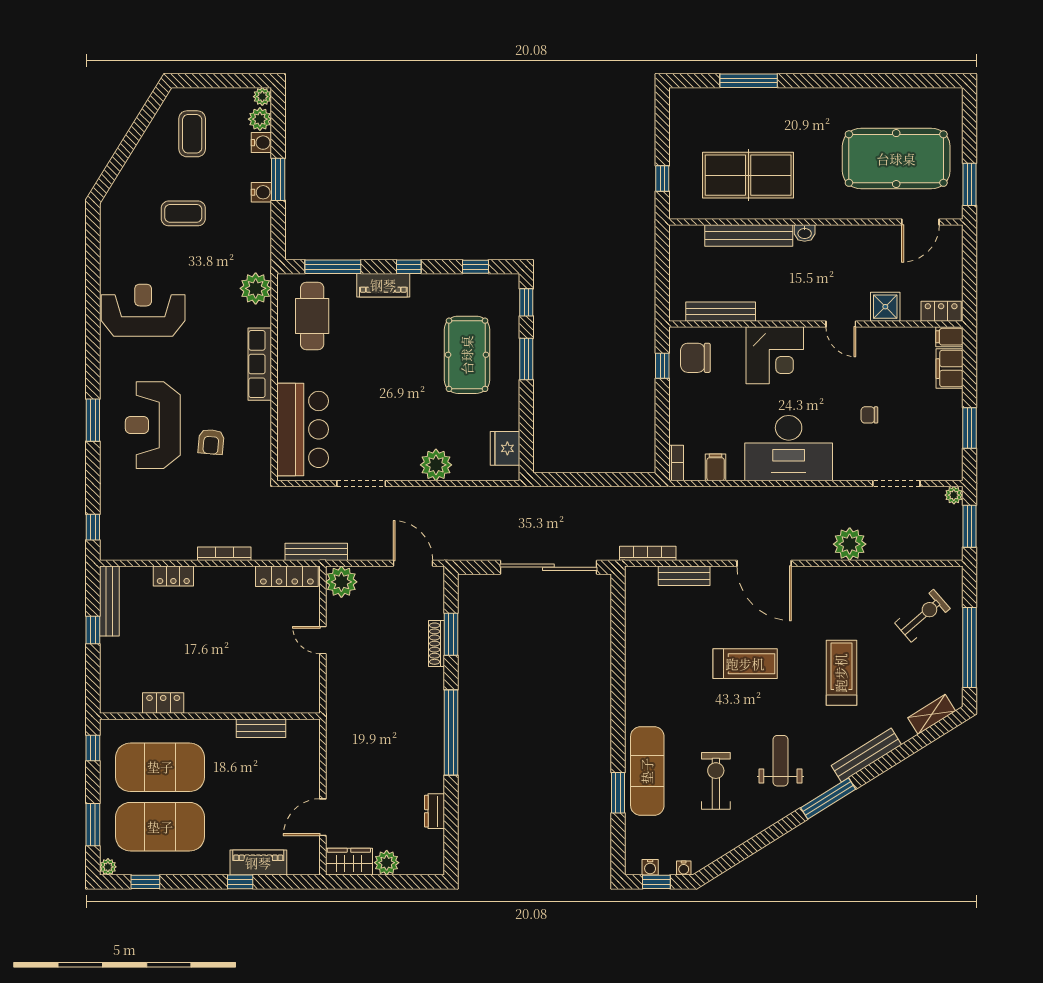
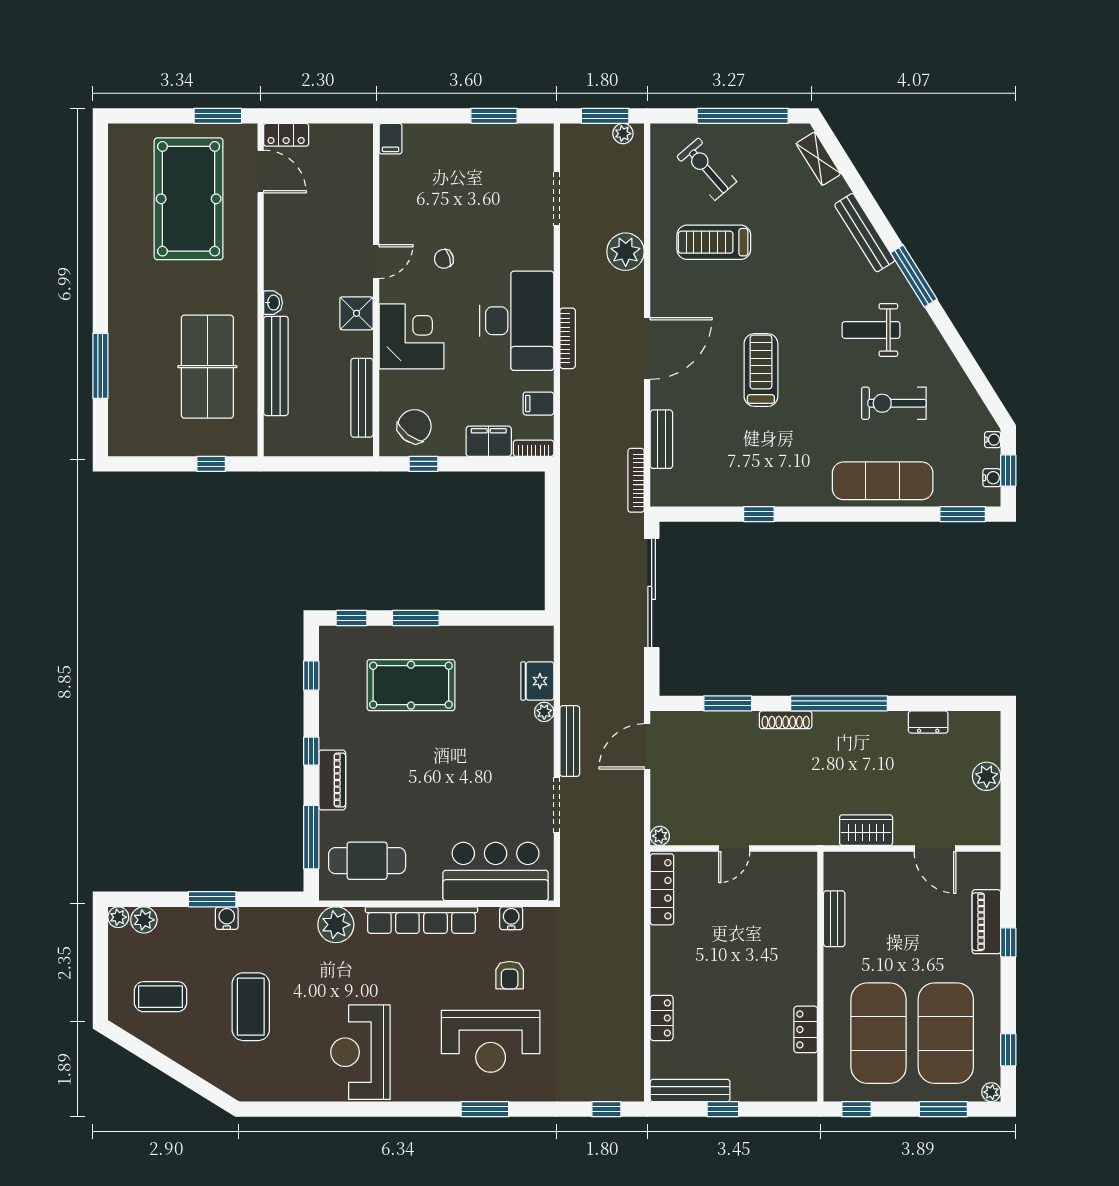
water cooler: (261, 143) -> (511, 918), moved
coffee table: (183, 213) -> (251, 1007), width x1.36, depth x1.32
shower: (885, 307) -> (356, 313), moved
locker: (941, 311) -> (286, 135), moved, turned -90
chair: (695, 358) -> (414, 426), turned -143
row of seats: (260, 364) -> (421, 920), width x1.36
filing cabinet: (949, 369) -> (489, 441), moved, turned 180
chair: (869, 415) -> (444, 259), moved, turned 73
armchair: (211, 442) -> (510, 975), turned 85
fridge: (505, 448) -> (537, 681), moved, turned 90
plant: (436, 465) -> (544, 712), width x0.53, depth x0.53
plant: (954, 495) -> (623, 134), moved
bench: (316, 552) -> (570, 741), moved
bookcase: (224, 554) -> (568, 338), moved, turned 180
plant: (341, 582) -> (660, 836), width x0.53, depth x0.53
shoe rack: (436, 644) -> (786, 720), moved
window: (618, 662) -> (759, 514), added
treadmill: (841, 673) -> (714, 242), moved
window: (618, 793) -> (963, 514), moved
wardrobe: (349, 862) -> (866, 830), moved, turned 90

